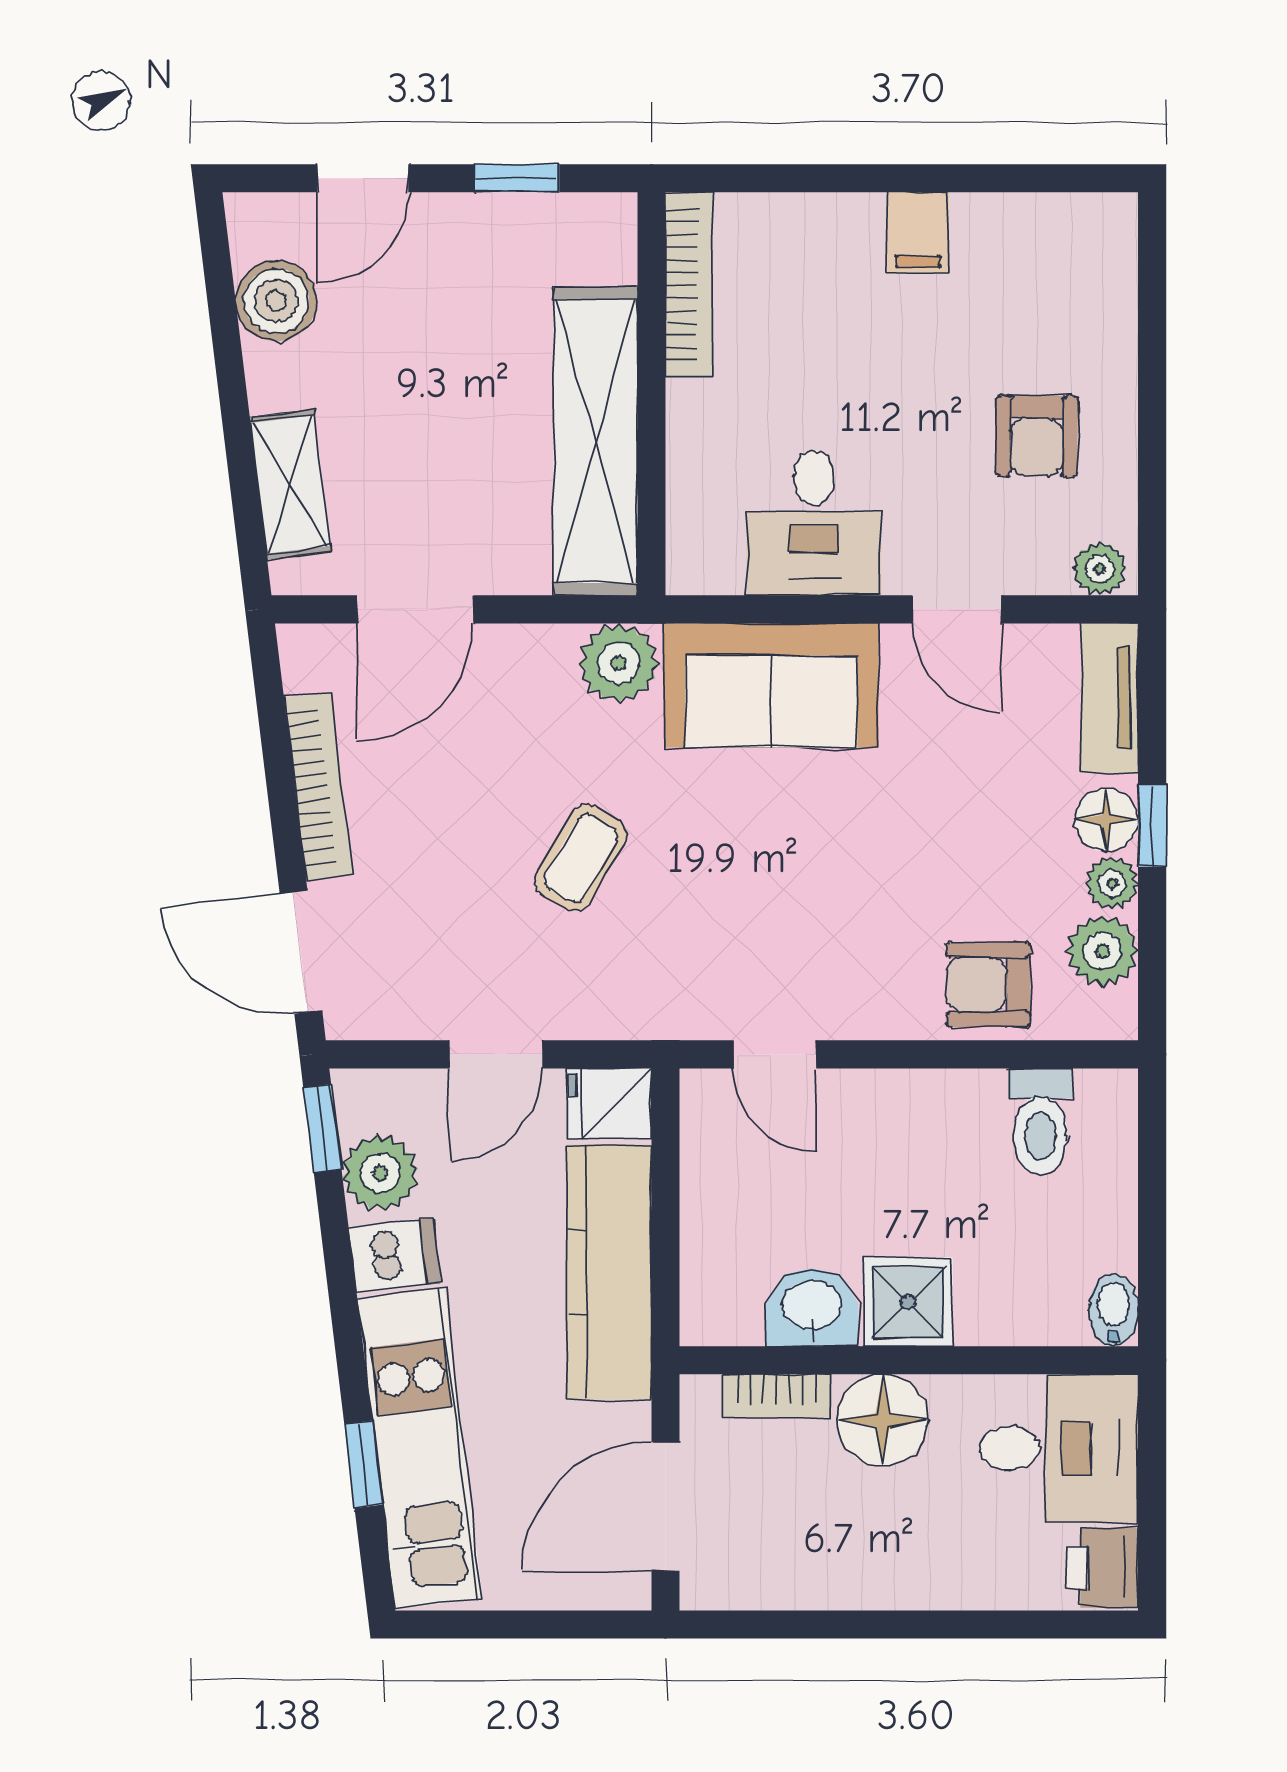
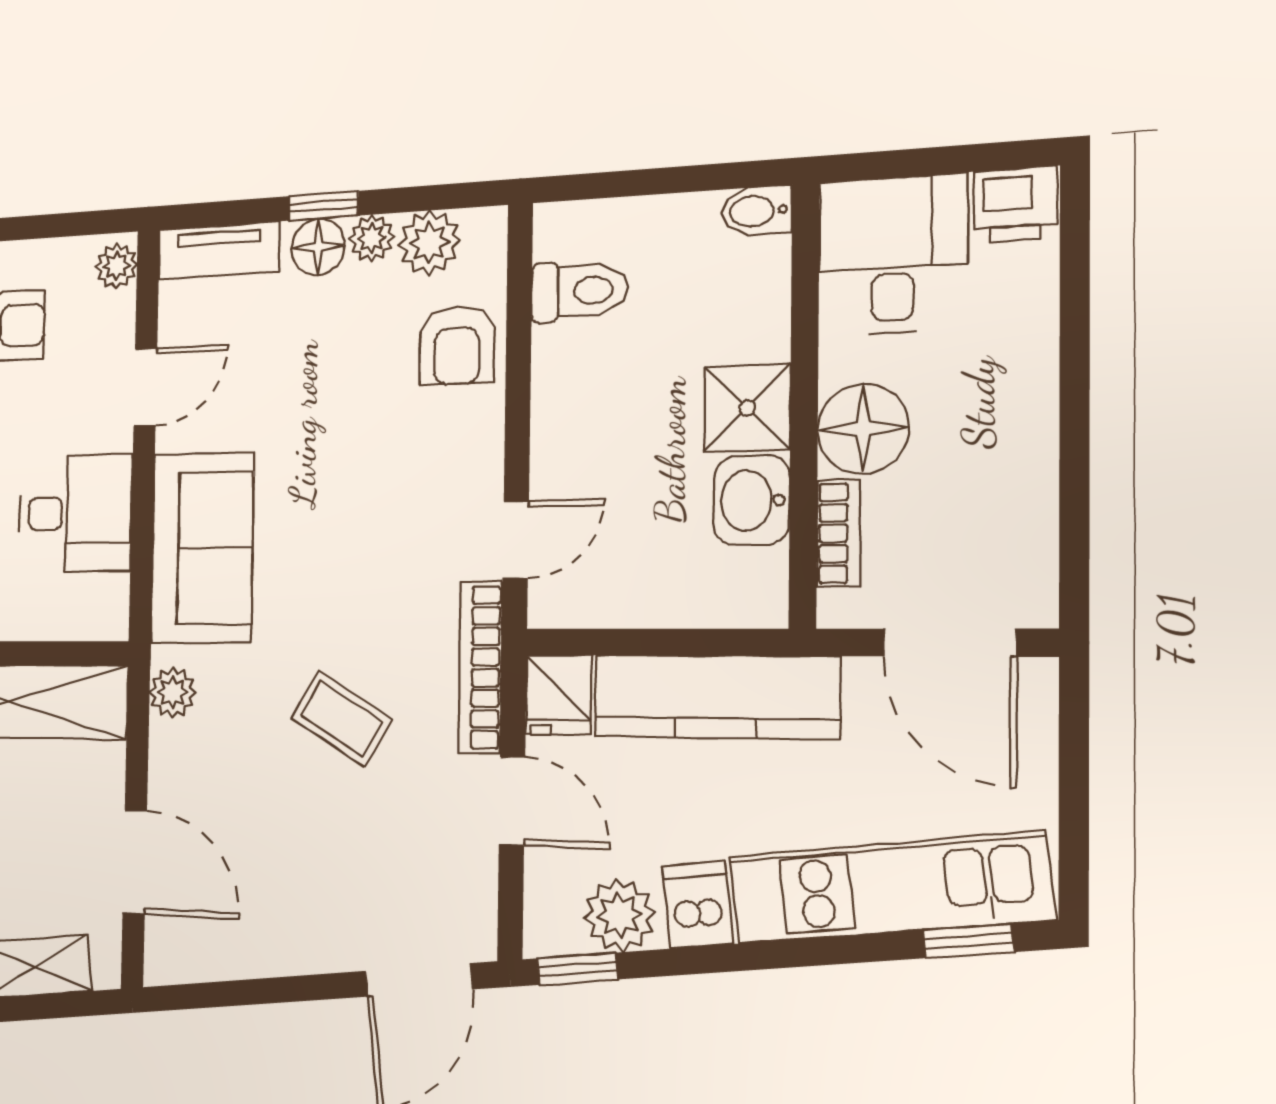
plant: (619, 663) -> (173, 692), width x0.73, depth x0.73
bookcase: (319, 787) -> (480, 667), moved, turned -83
window: (363, 1464) -> (968, 941), moved

